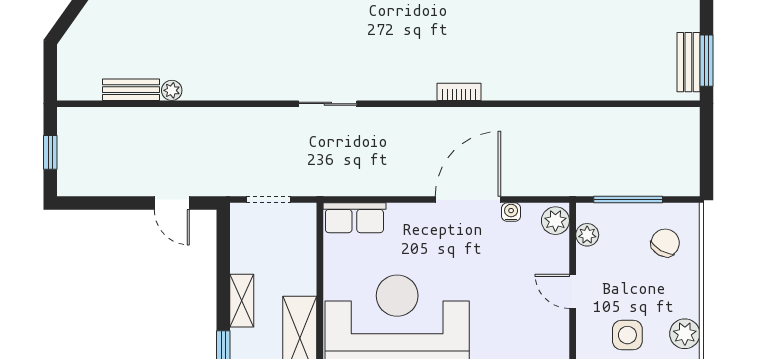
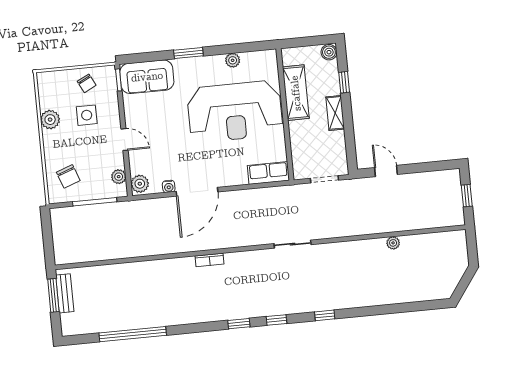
bench: (131, 90) -> (419, 241), removed
chair: (665, 243) -> (68, 176), turned -50

